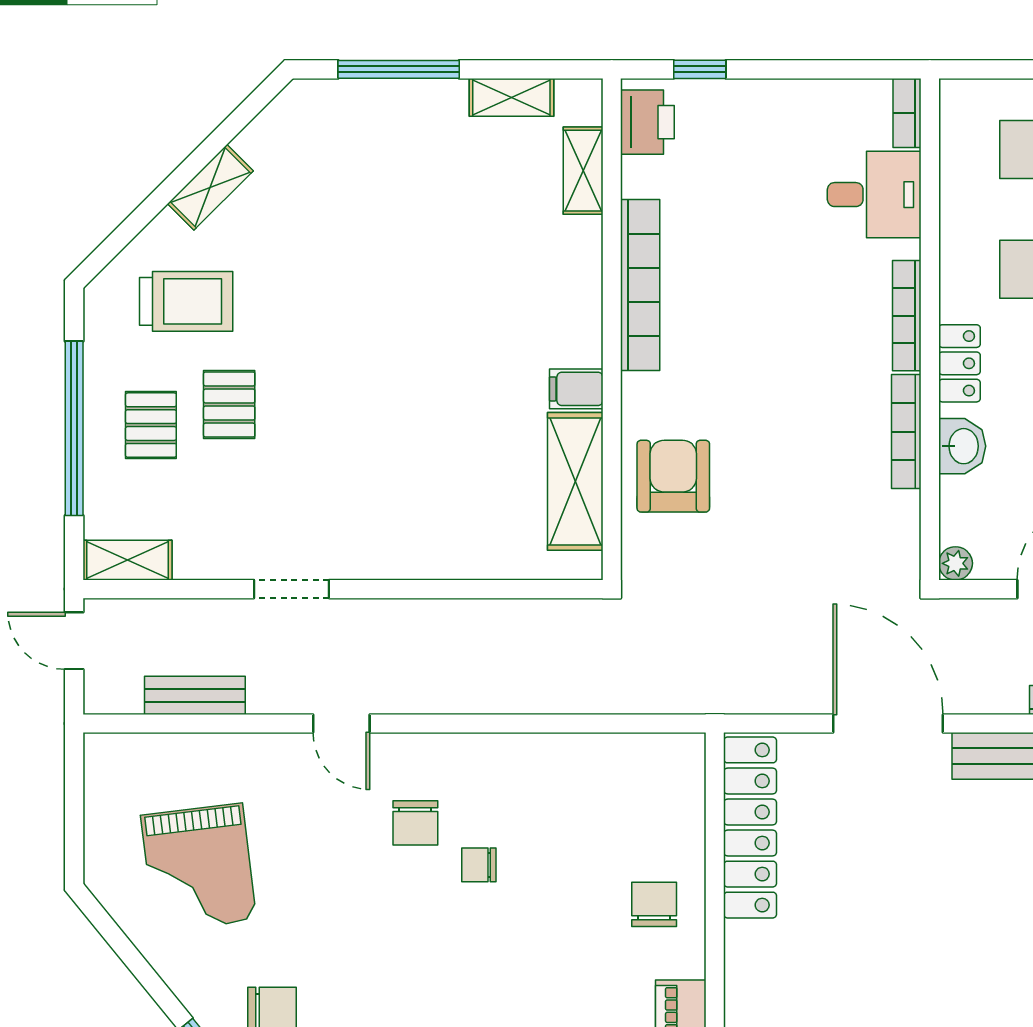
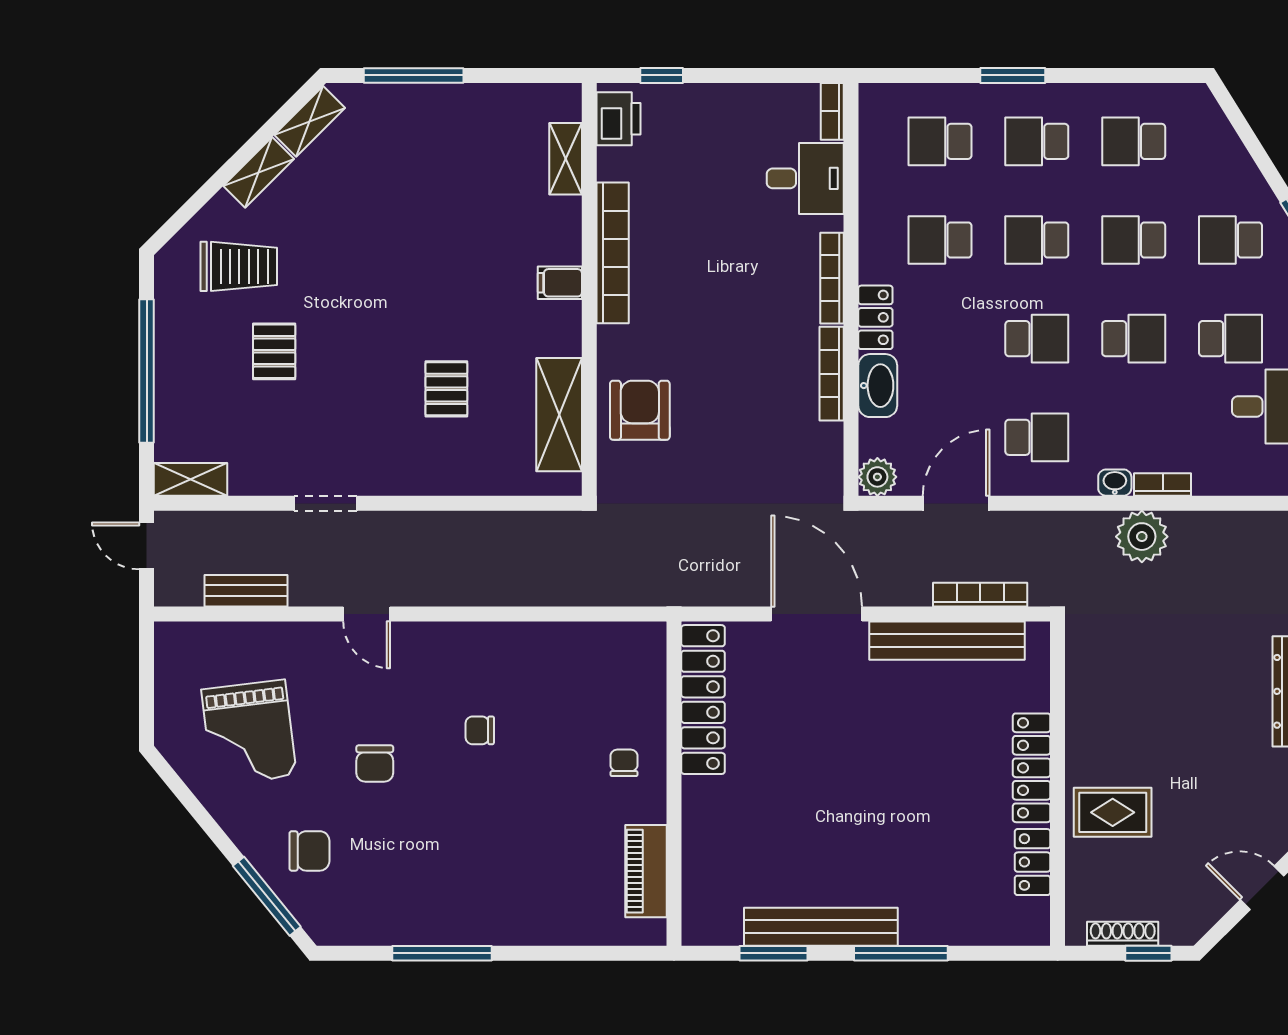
shelving: (511, 97) -> (310, 121), moved, turned -45
filing cabinet: (576, 389) -> (560, 283), moved
pallet: (151, 425) -> (446, 389), moved
washbasin: (962, 446) -> (878, 386), width x1.38
plant: (956, 563) -> (877, 477), width x1.38, depth x1.38
chair: (415, 823) -> (375, 763), moved
chair: (654, 904) -> (624, 763), width x0.73, depth x0.73

